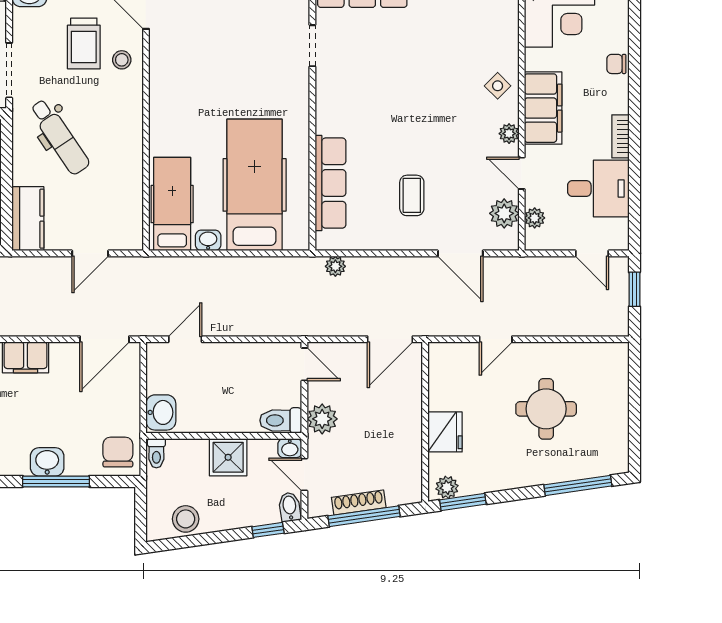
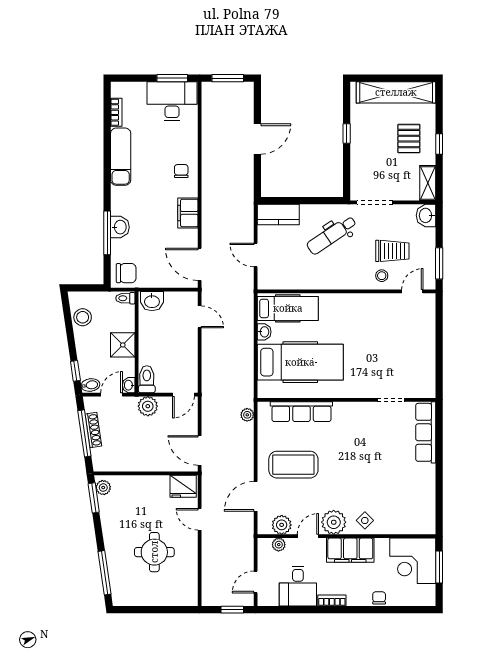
trolley: (84, 43) -> (392, 251), turned 180
plant: (509, 134) -> (334, 522), width x1.88, depth x1.88
coffee table: (412, 195) -> (293, 465), width x1.86, depth x1.72
fridge: (445, 432) -> (183, 486), moved

